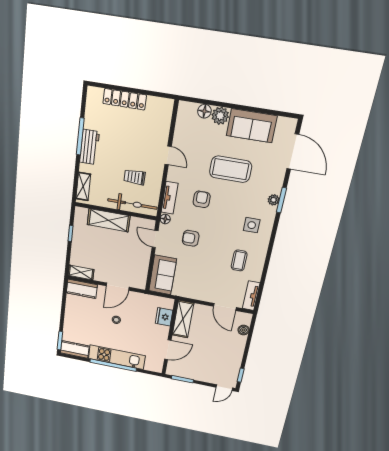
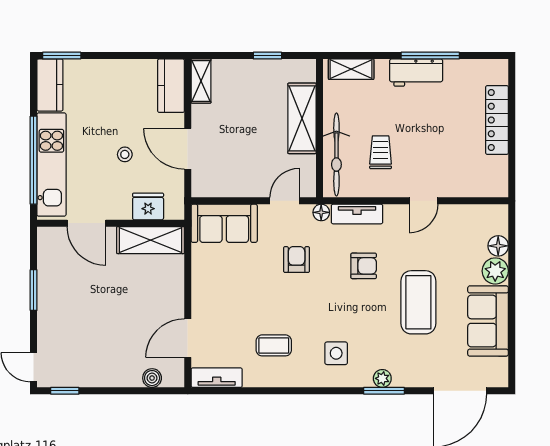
fridge: (164, 317) -> (148, 206), moved
shelving: (183, 319) -> (151, 240), moved
wall: (170, 338) -> (111, 223), moved
door: (168, 350) -> (87, 223), moved

